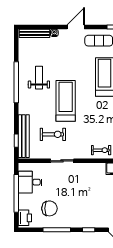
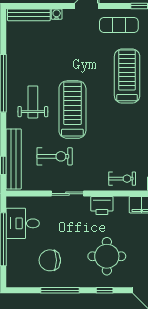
weight bench: (39, 78) -> (33, 102), moved
round table: (90, 206) -> (107, 256), added
chair: (49, 208) -> (50, 260), turned 180
printer: (25, 218) -> (102, 206), moved, turned 90

